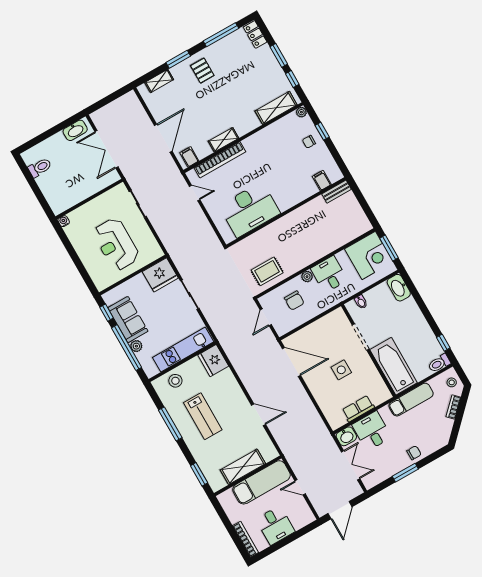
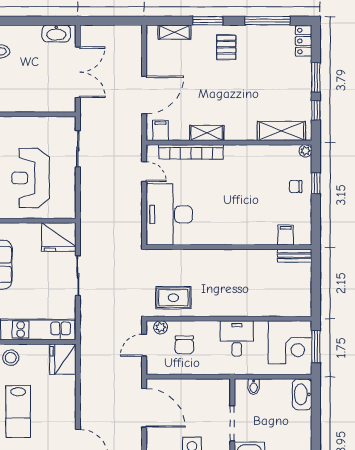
double door: (106, 149) -> (78, 72), swing flipped
desk: (250, 210) -> (169, 214), moved, turned 90
plant: (307, 277) -> (161, 327), moved

